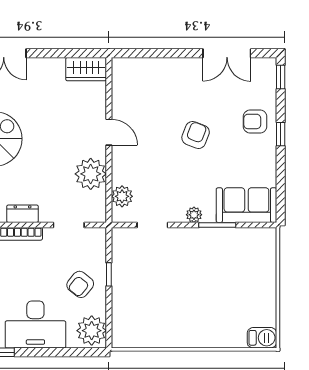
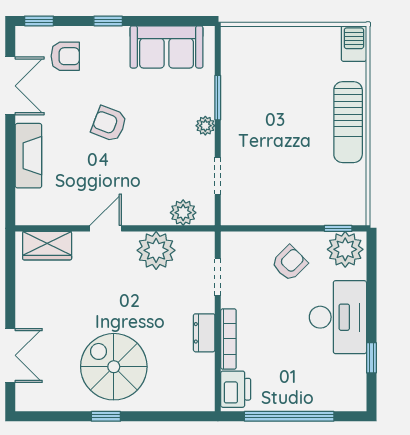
fireplace: (169, 68) -> (28, 156), added
wardrobe: (86, 69) -> (47, 246), moved, turned 90
armchair: (255, 121) -> (65, 56), moved, turned -90
sofa: (246, 205) -> (166, 47), moved, turned -90
window: (109, 274) -> (338, 228), moved
armchair: (80, 284) -> (290, 263), turned -84
sun lounger: (197, 333) -> (348, 122), added

